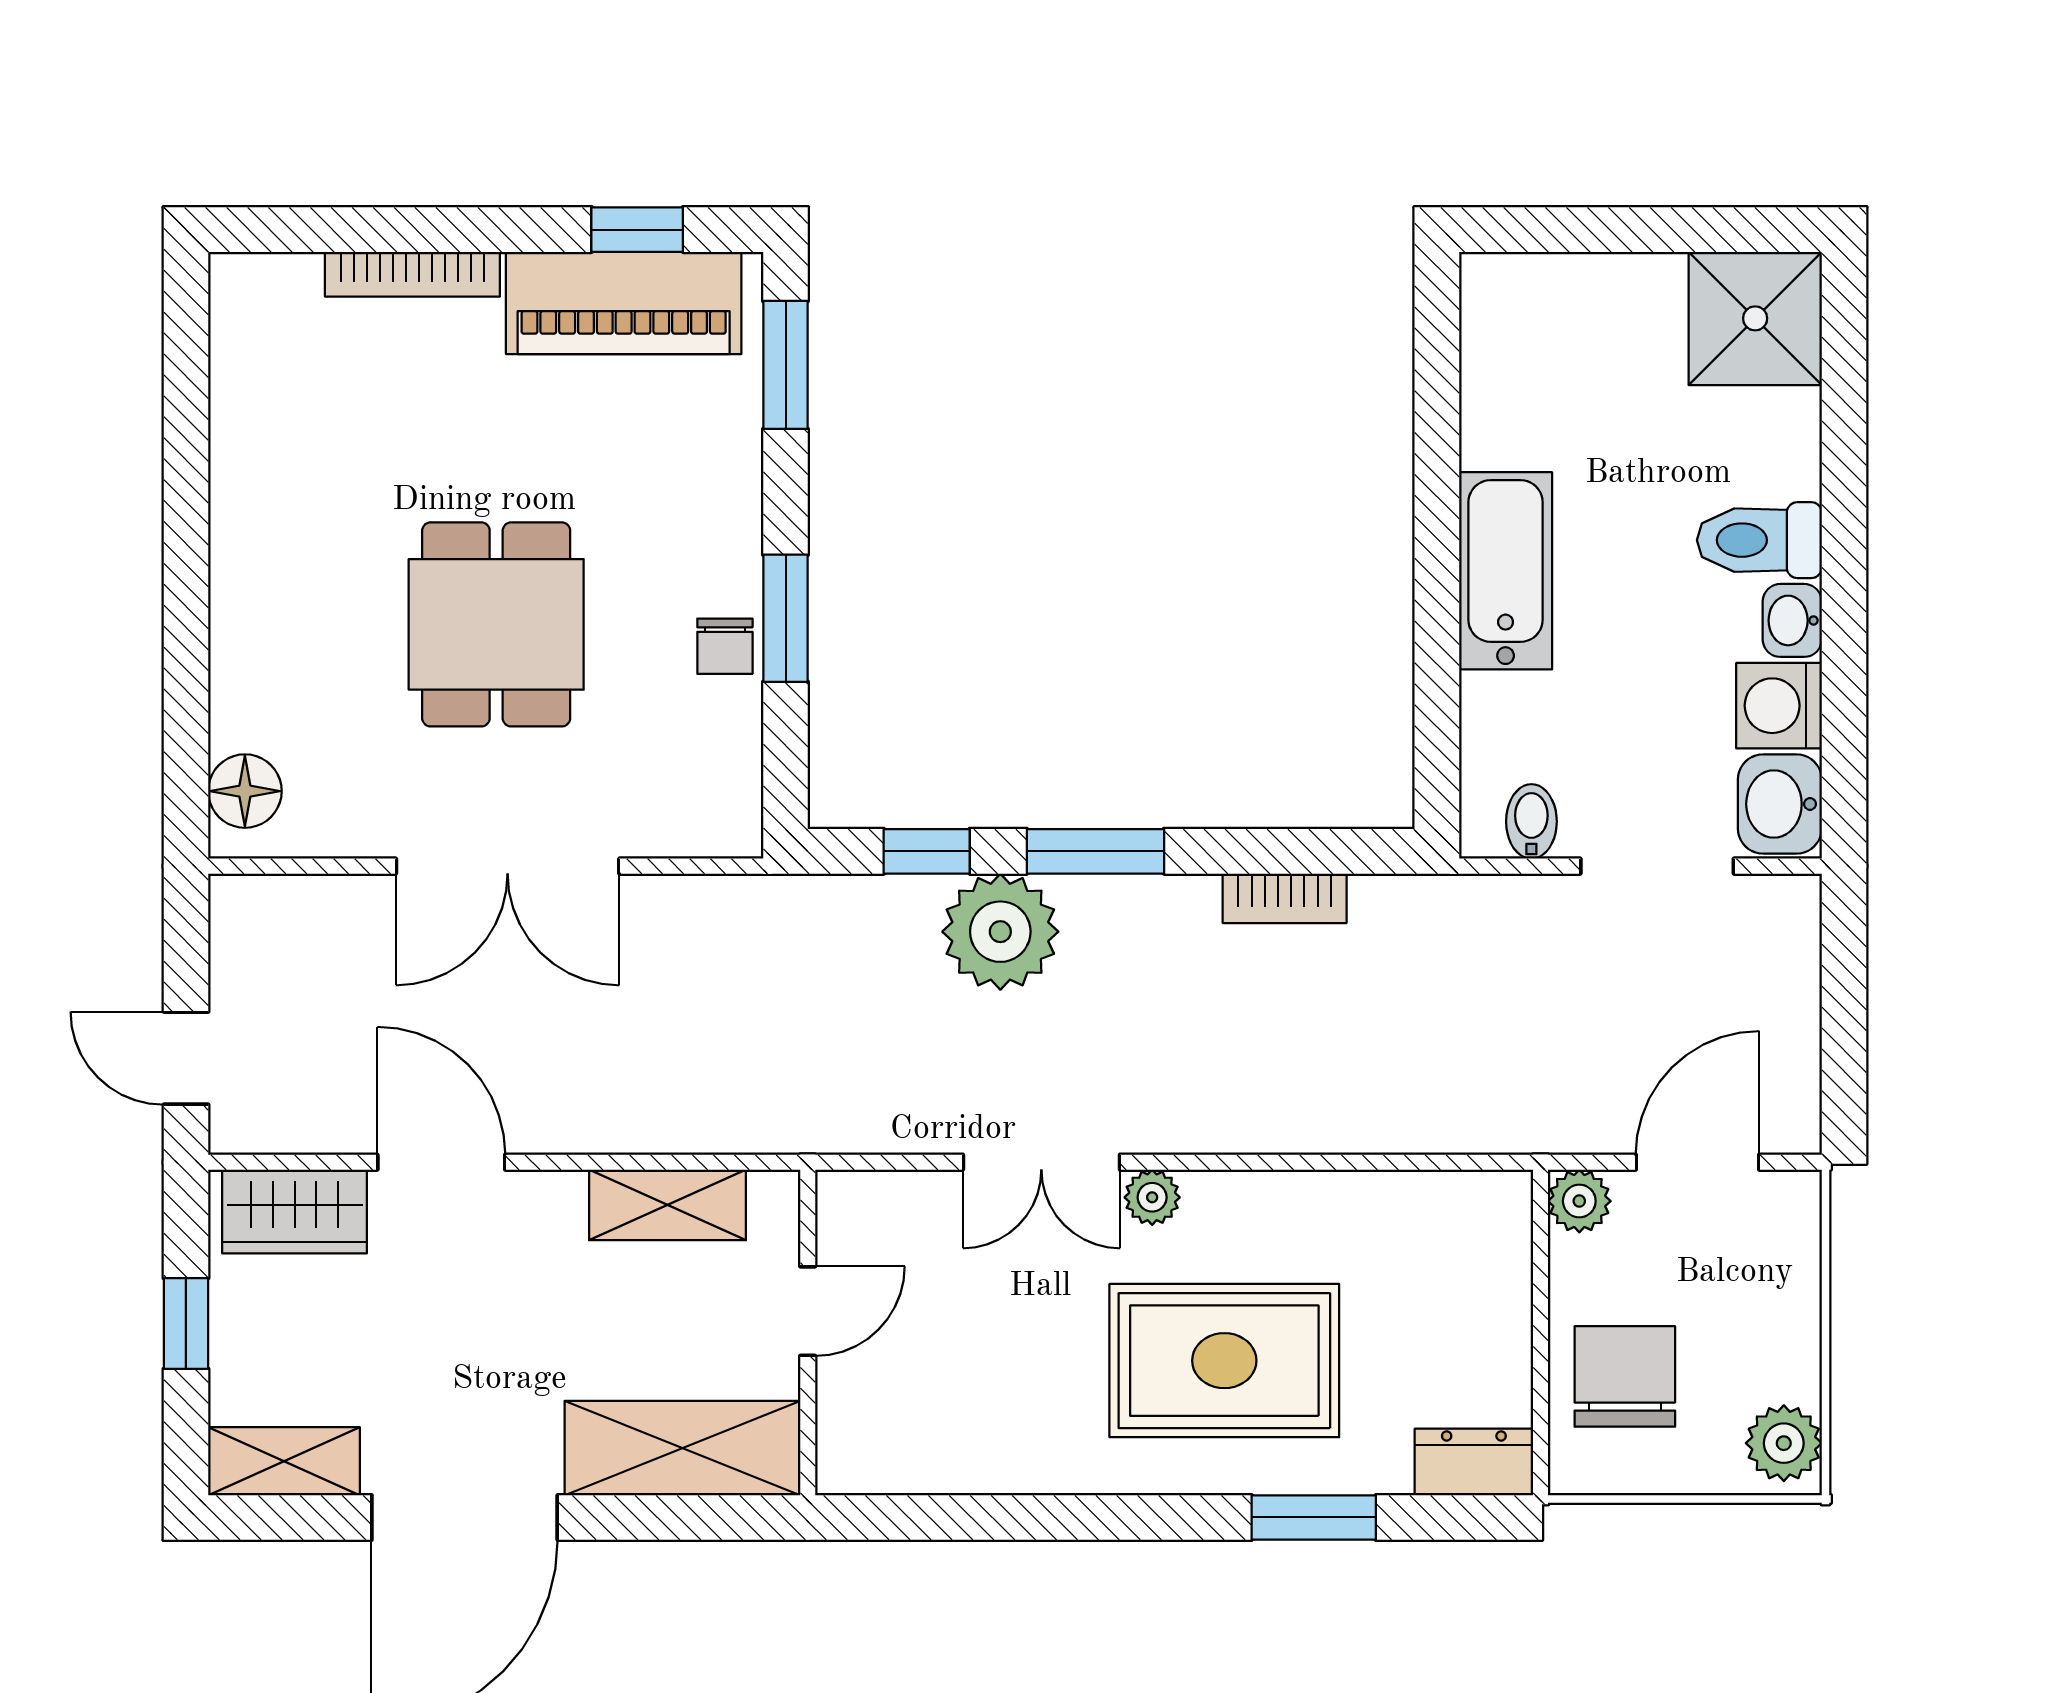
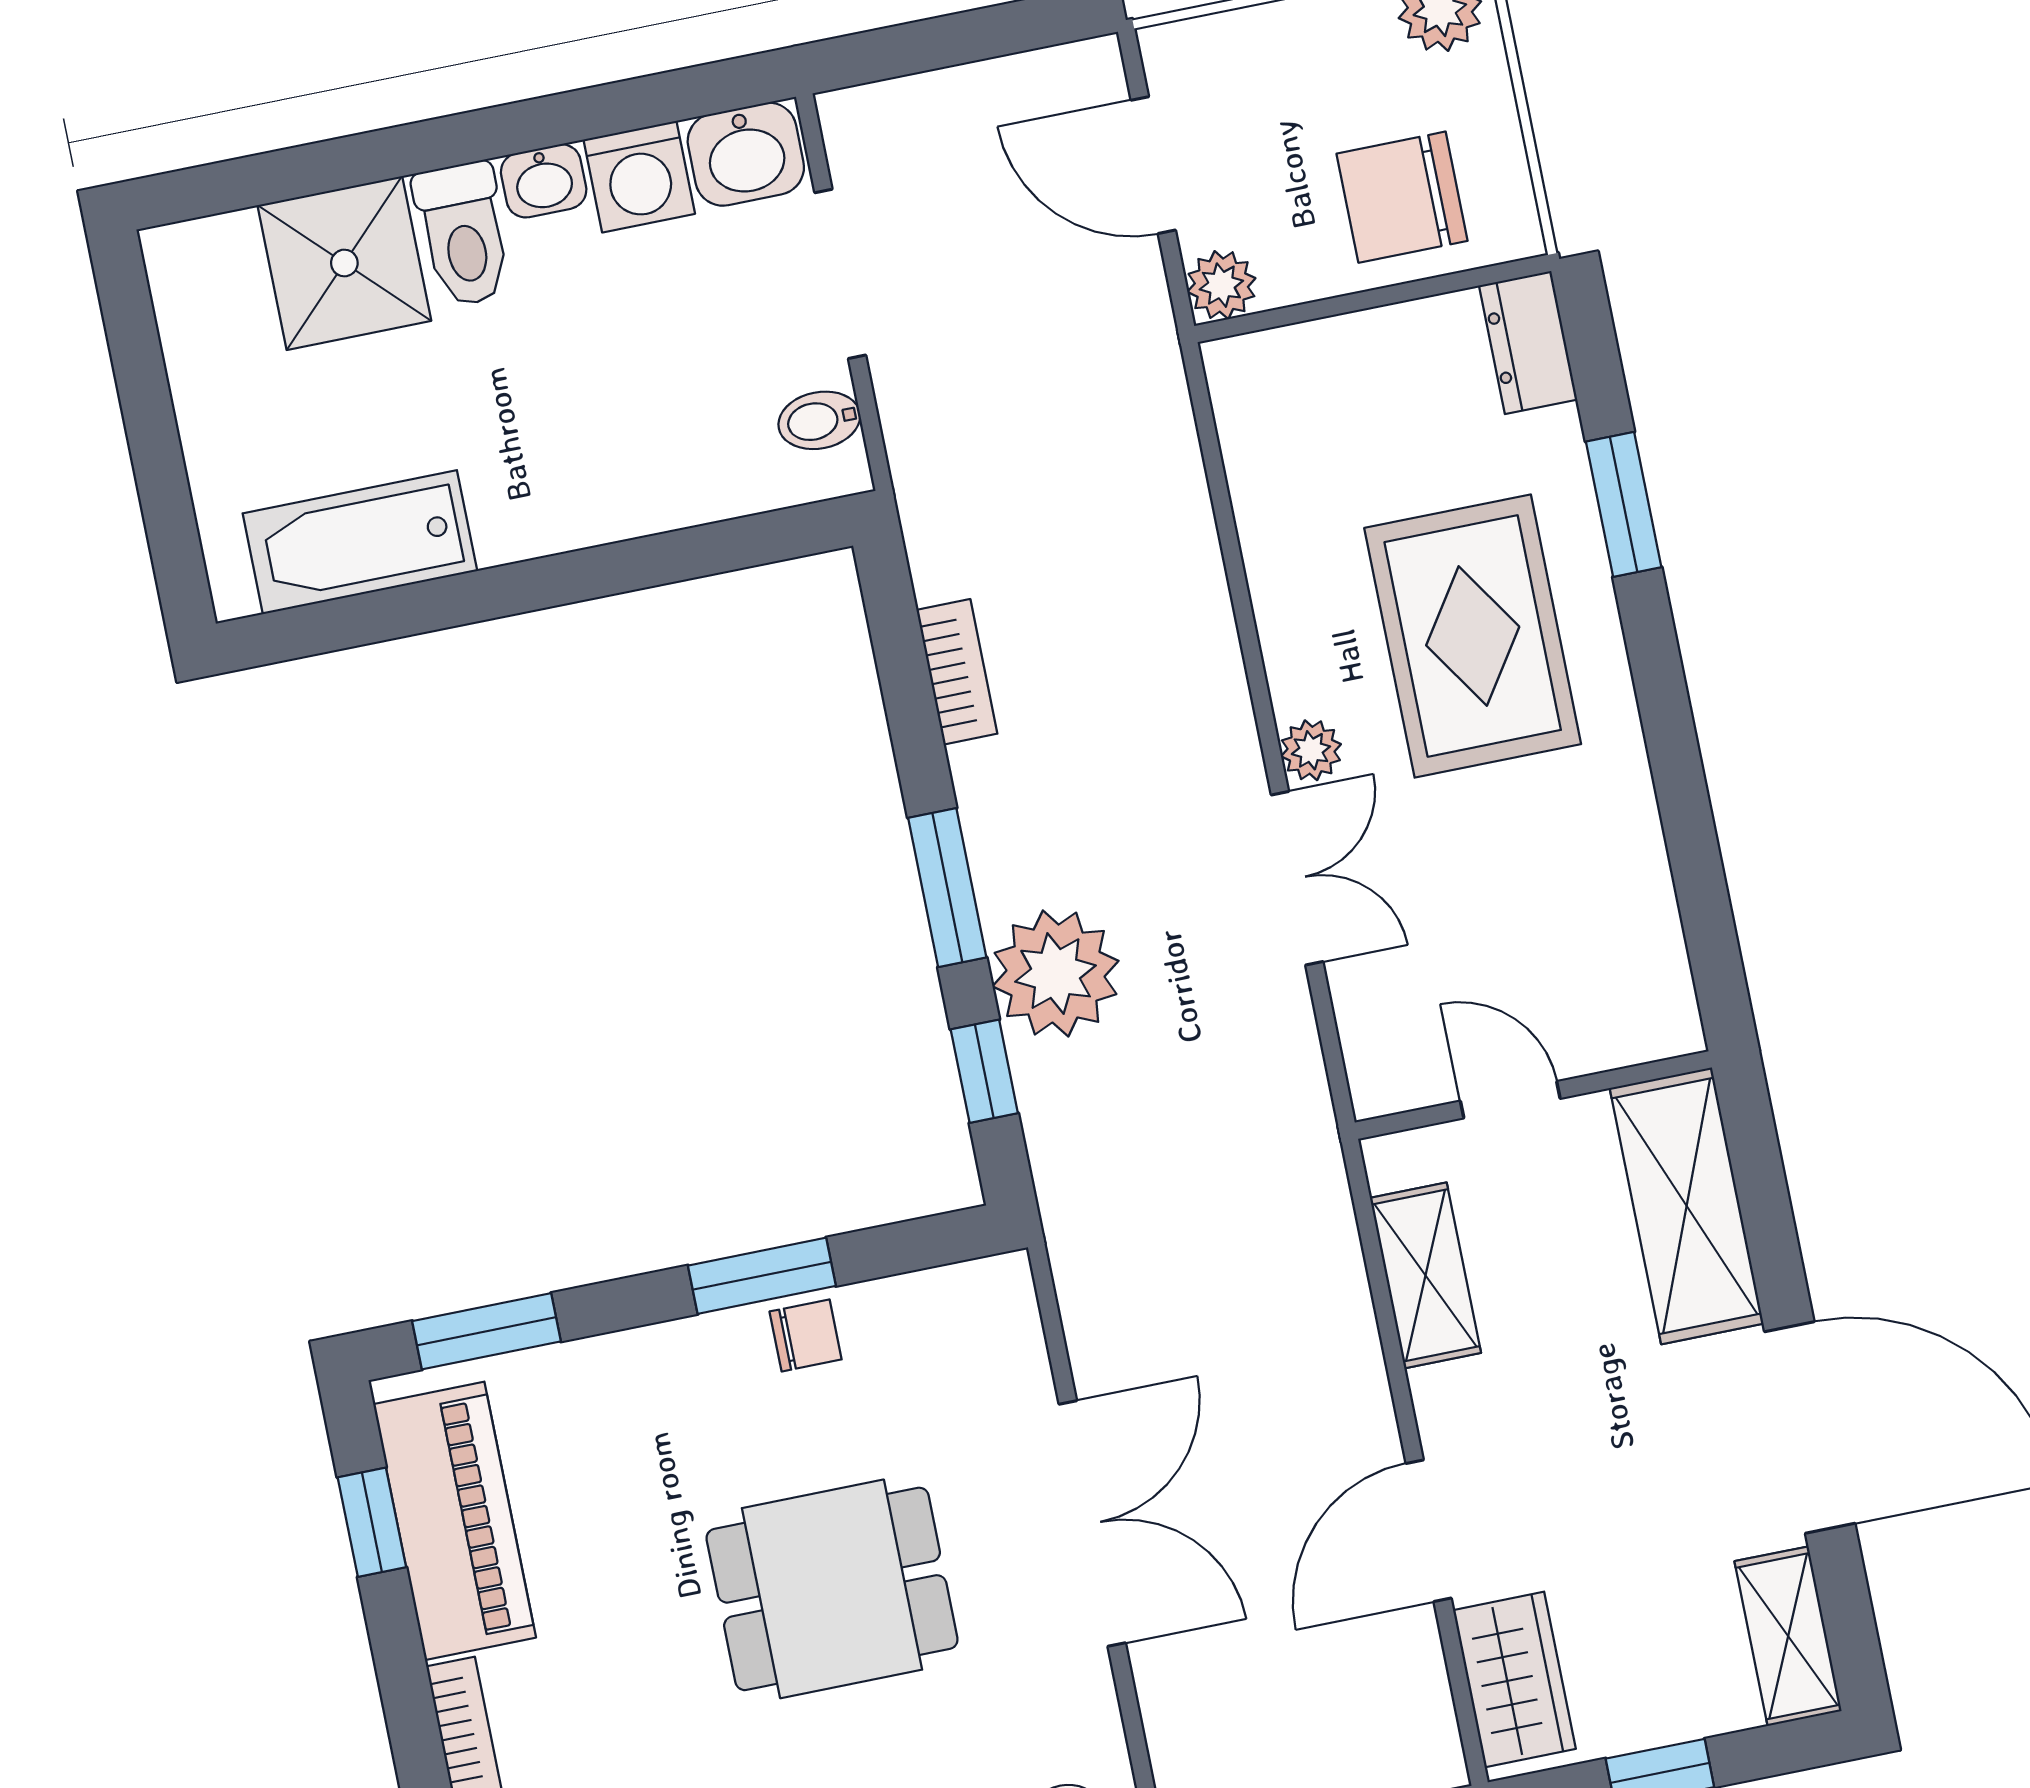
shower: (1755, 318) -> (344, 263), moved
bathtub: (1506, 571) -> (360, 542), moved

